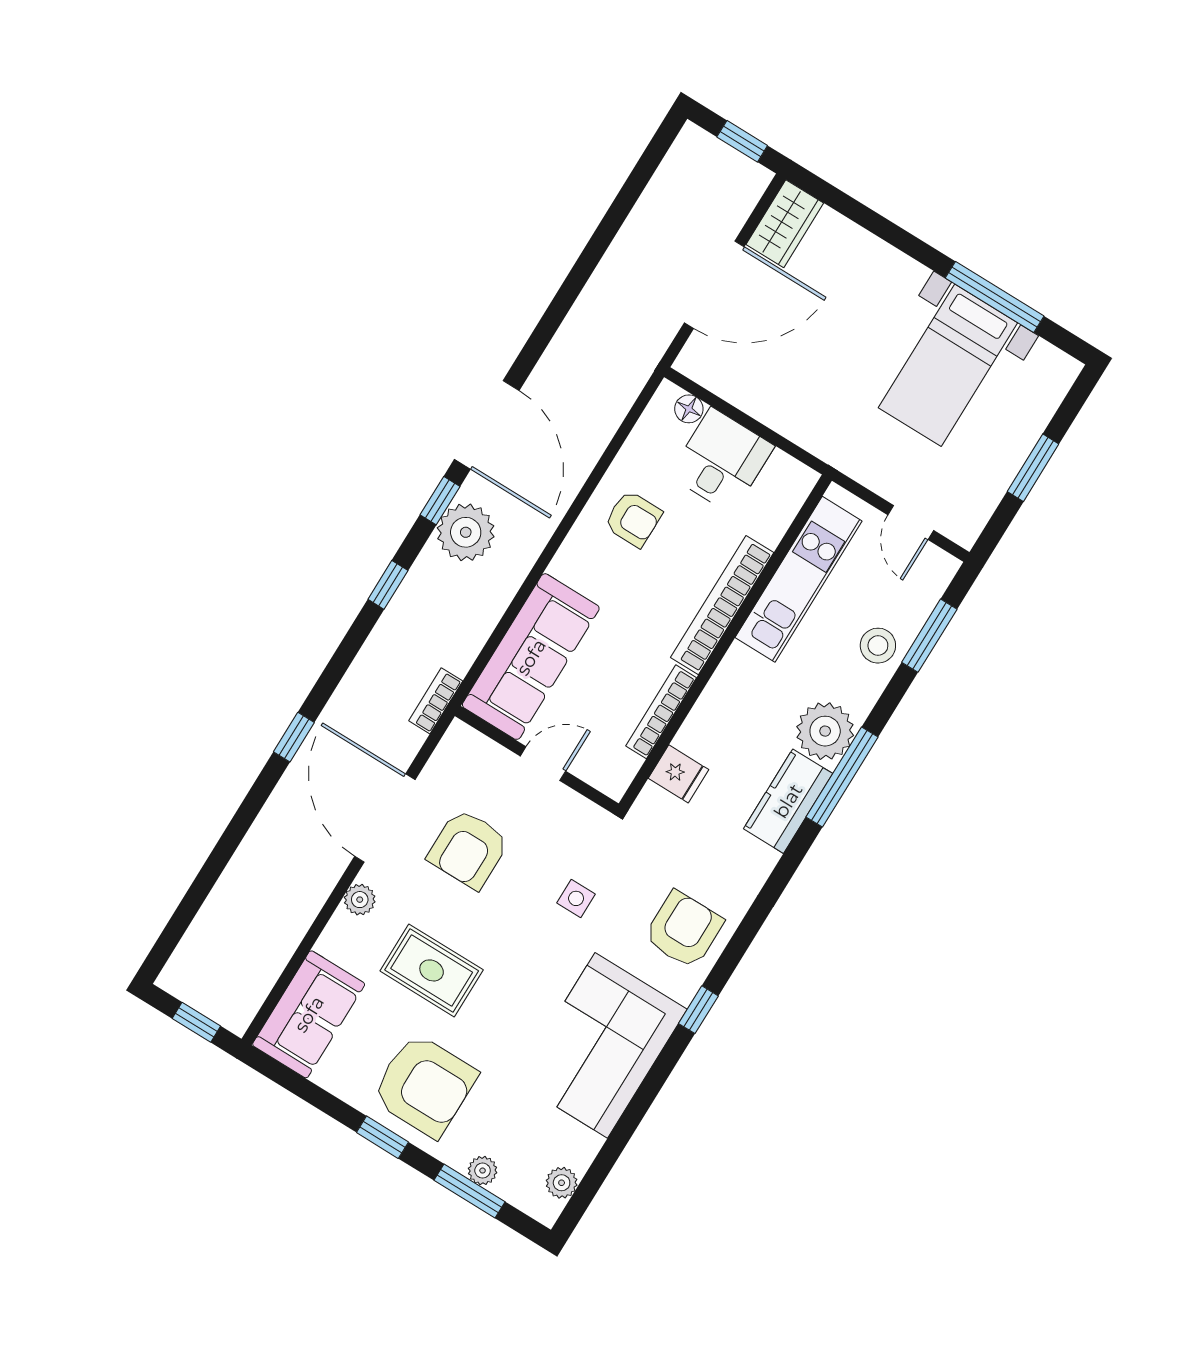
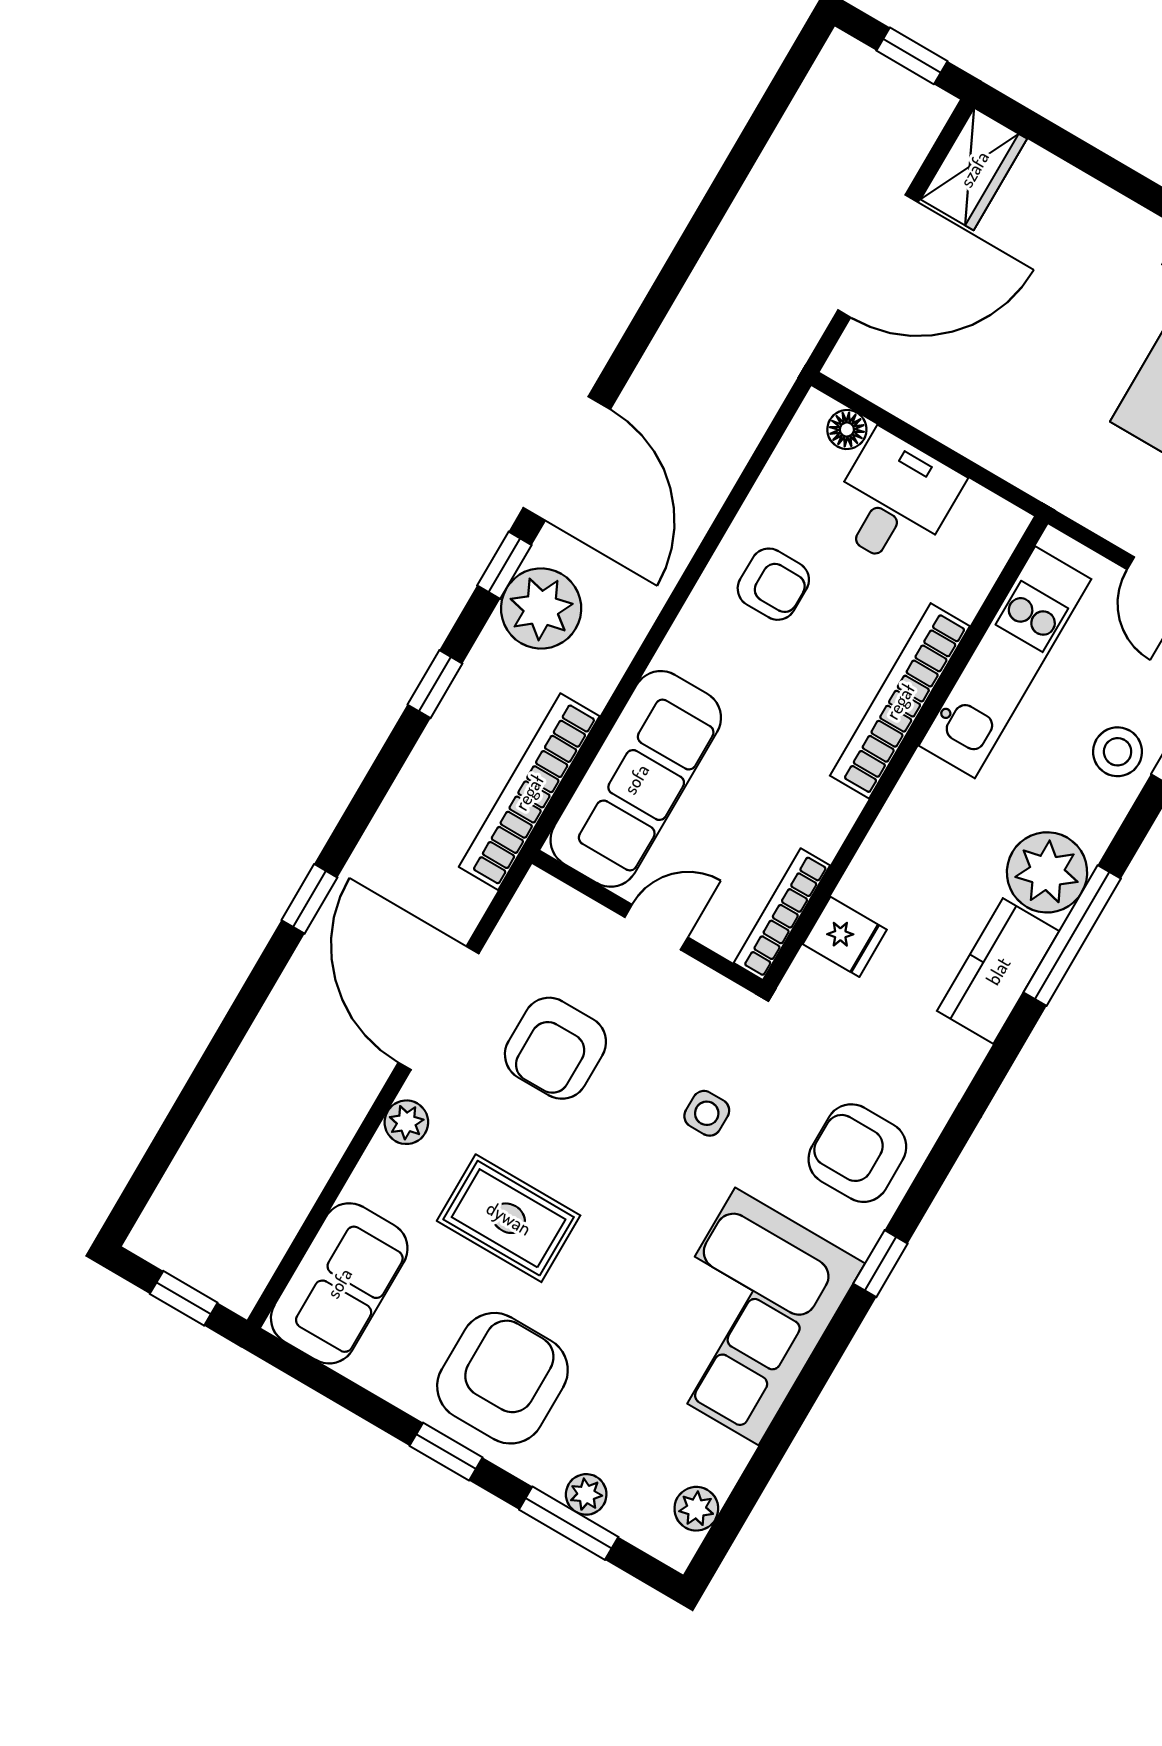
bookcase: (436, 701) -> (529, 792), width x2.31, depth x1.31
bookcase: (661, 712) -> (782, 914), moved
armchair: (684, 930) -> (857, 1153), turned -90
armchair: (424, 1085) -> (502, 1378), turned -90

